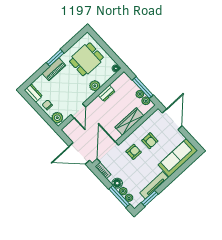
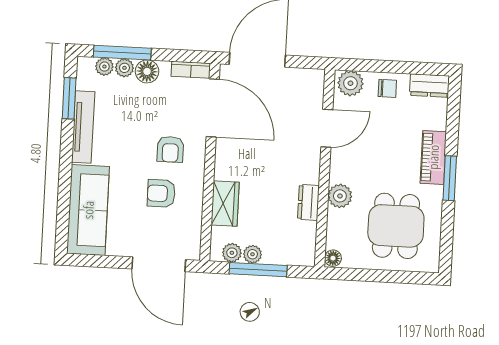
door: (78, 111) -> (327, 128), swing flipped
wardrobe: (129, 121) -> (225, 204), width x0.67

